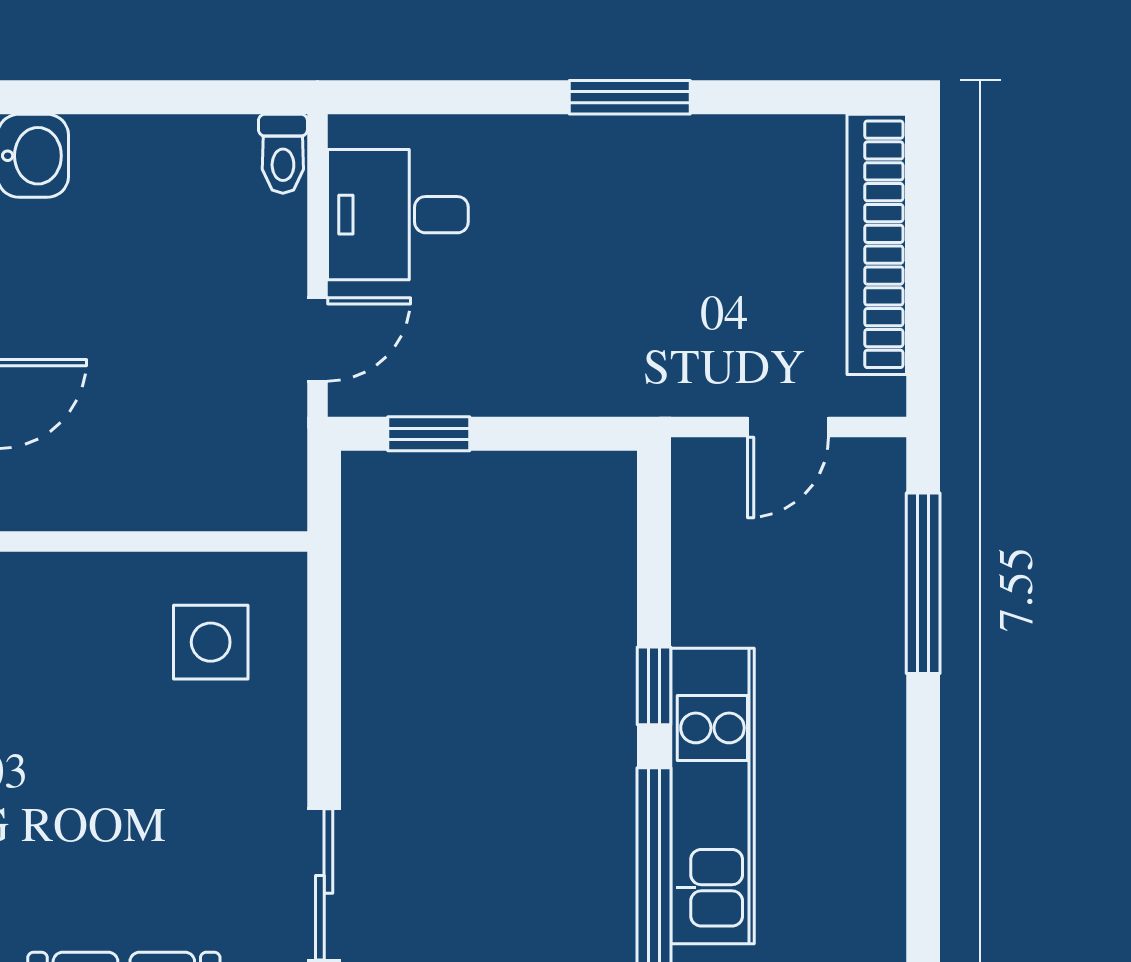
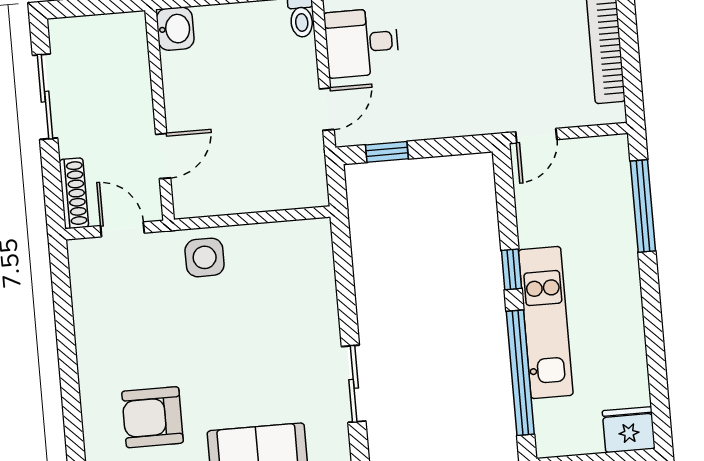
door: (788, 427) -> (536, 136), moved
side table: (211, 642) -> (205, 257), moved

